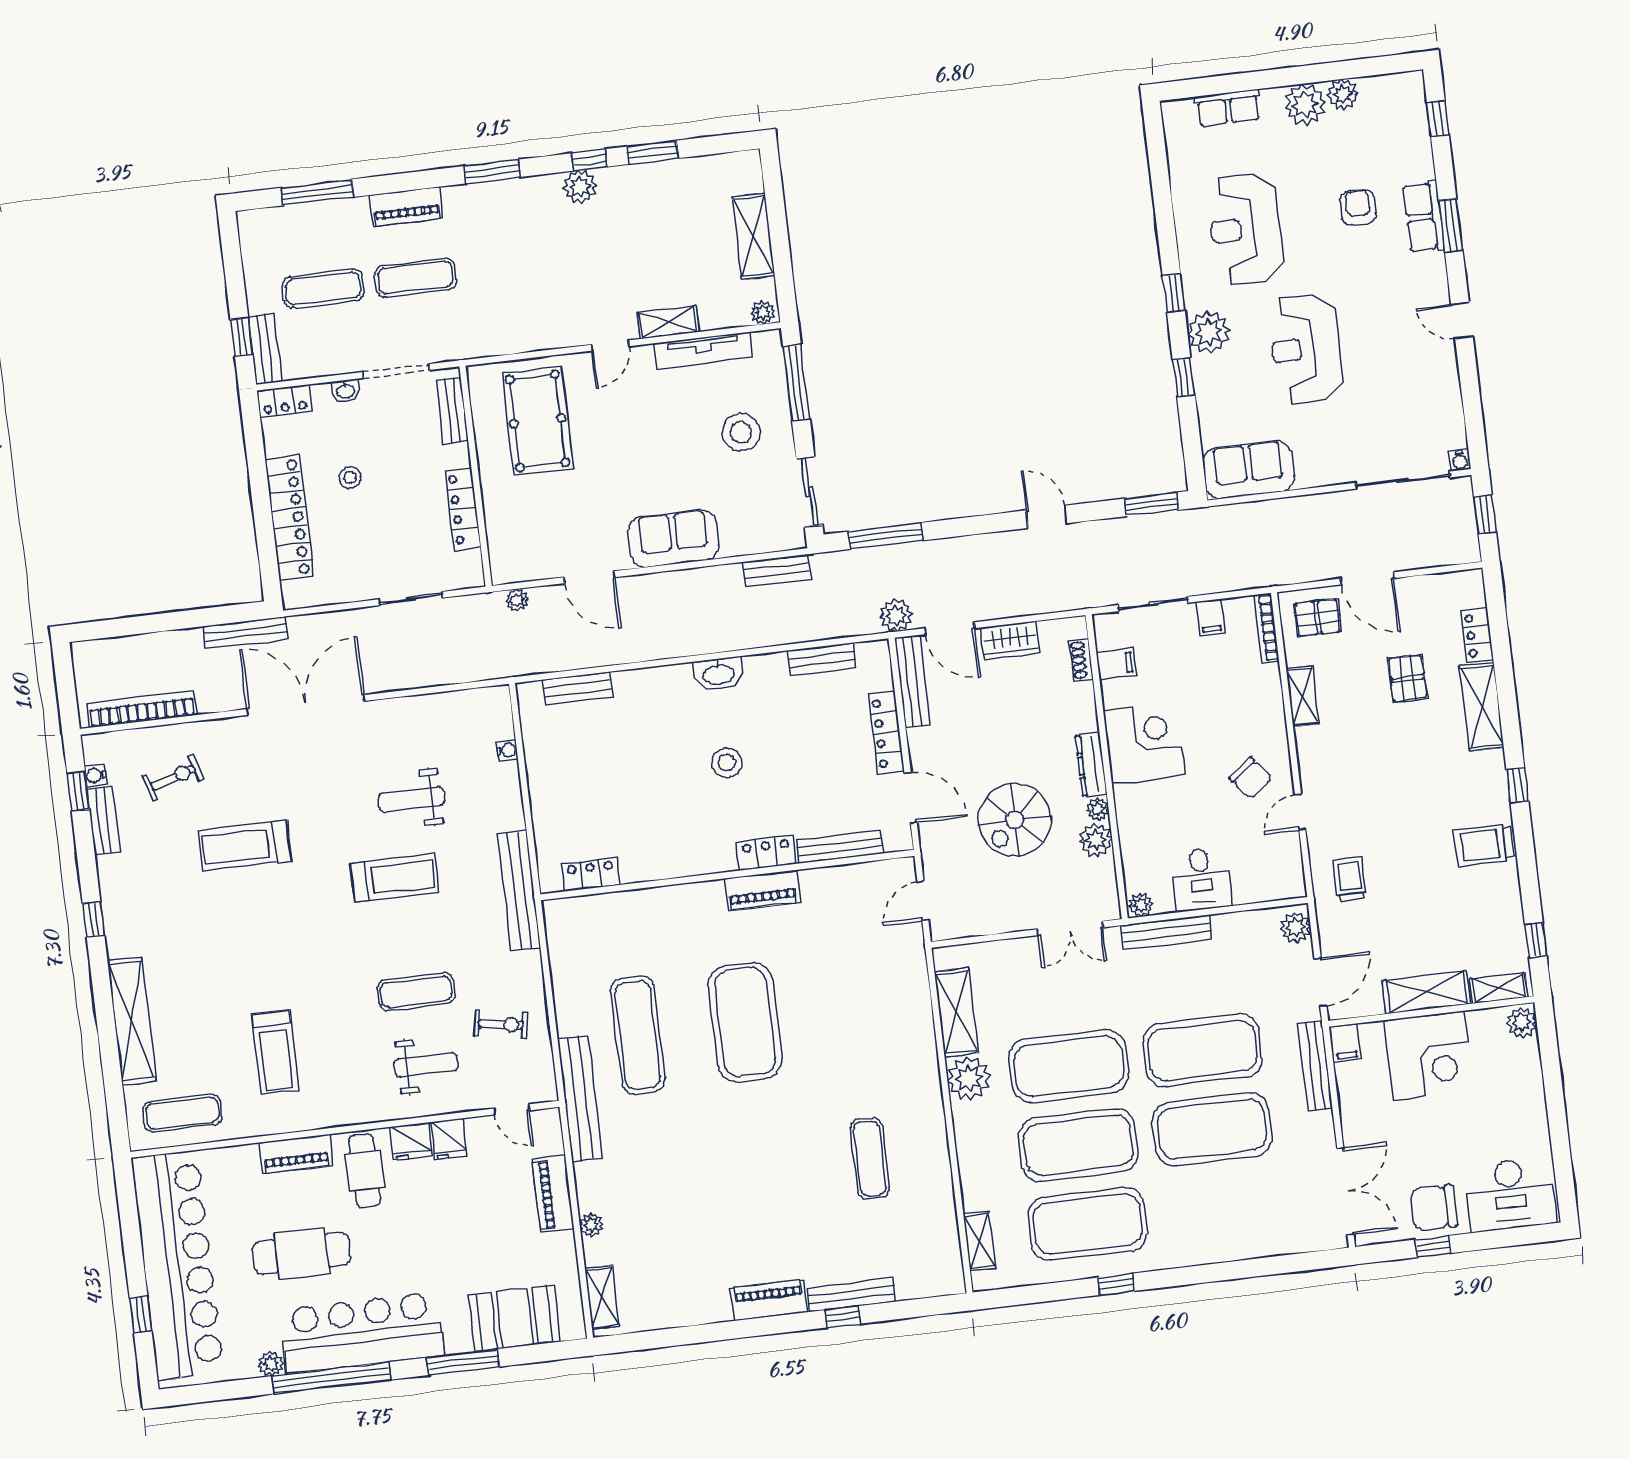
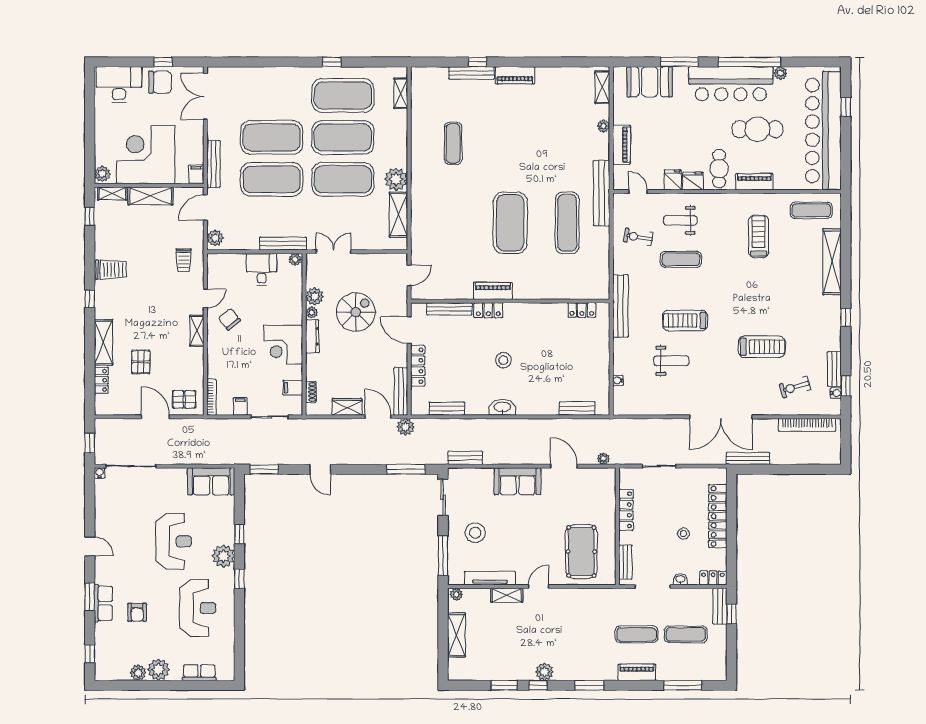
shelving: (1303, 696) -> (197, 331), moved
corner desk: (1429, 1056) -> (146, 155), width x1.36, depth x1.36

